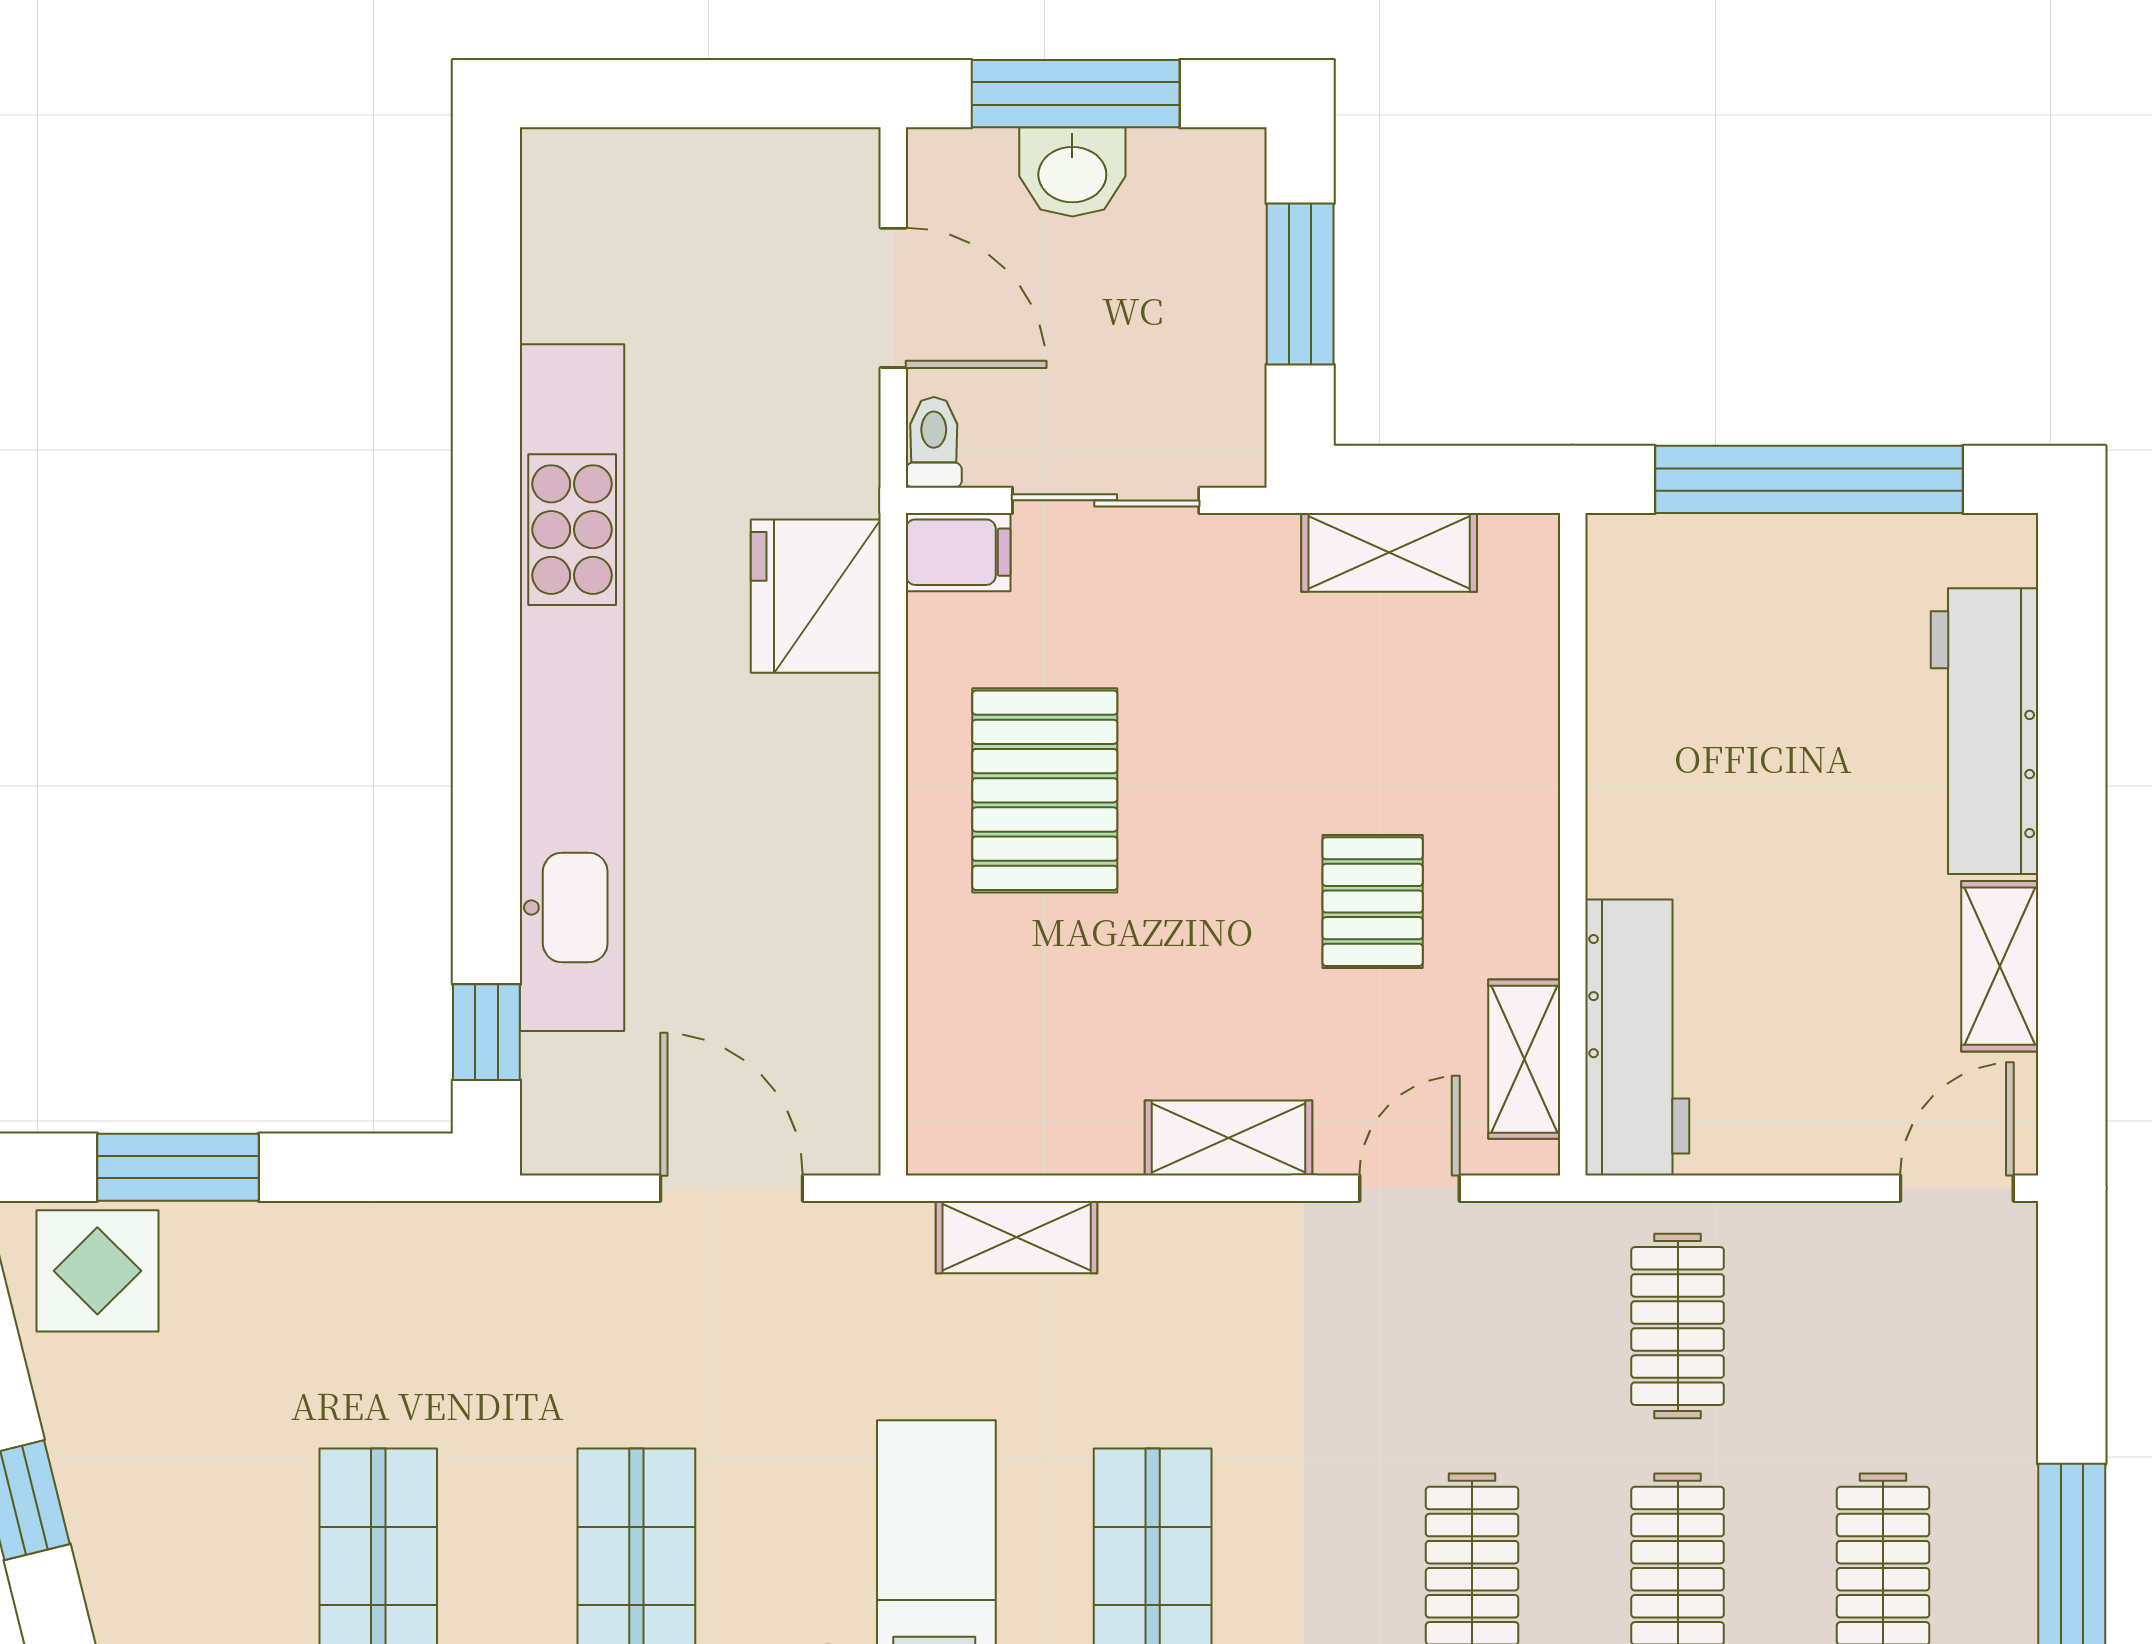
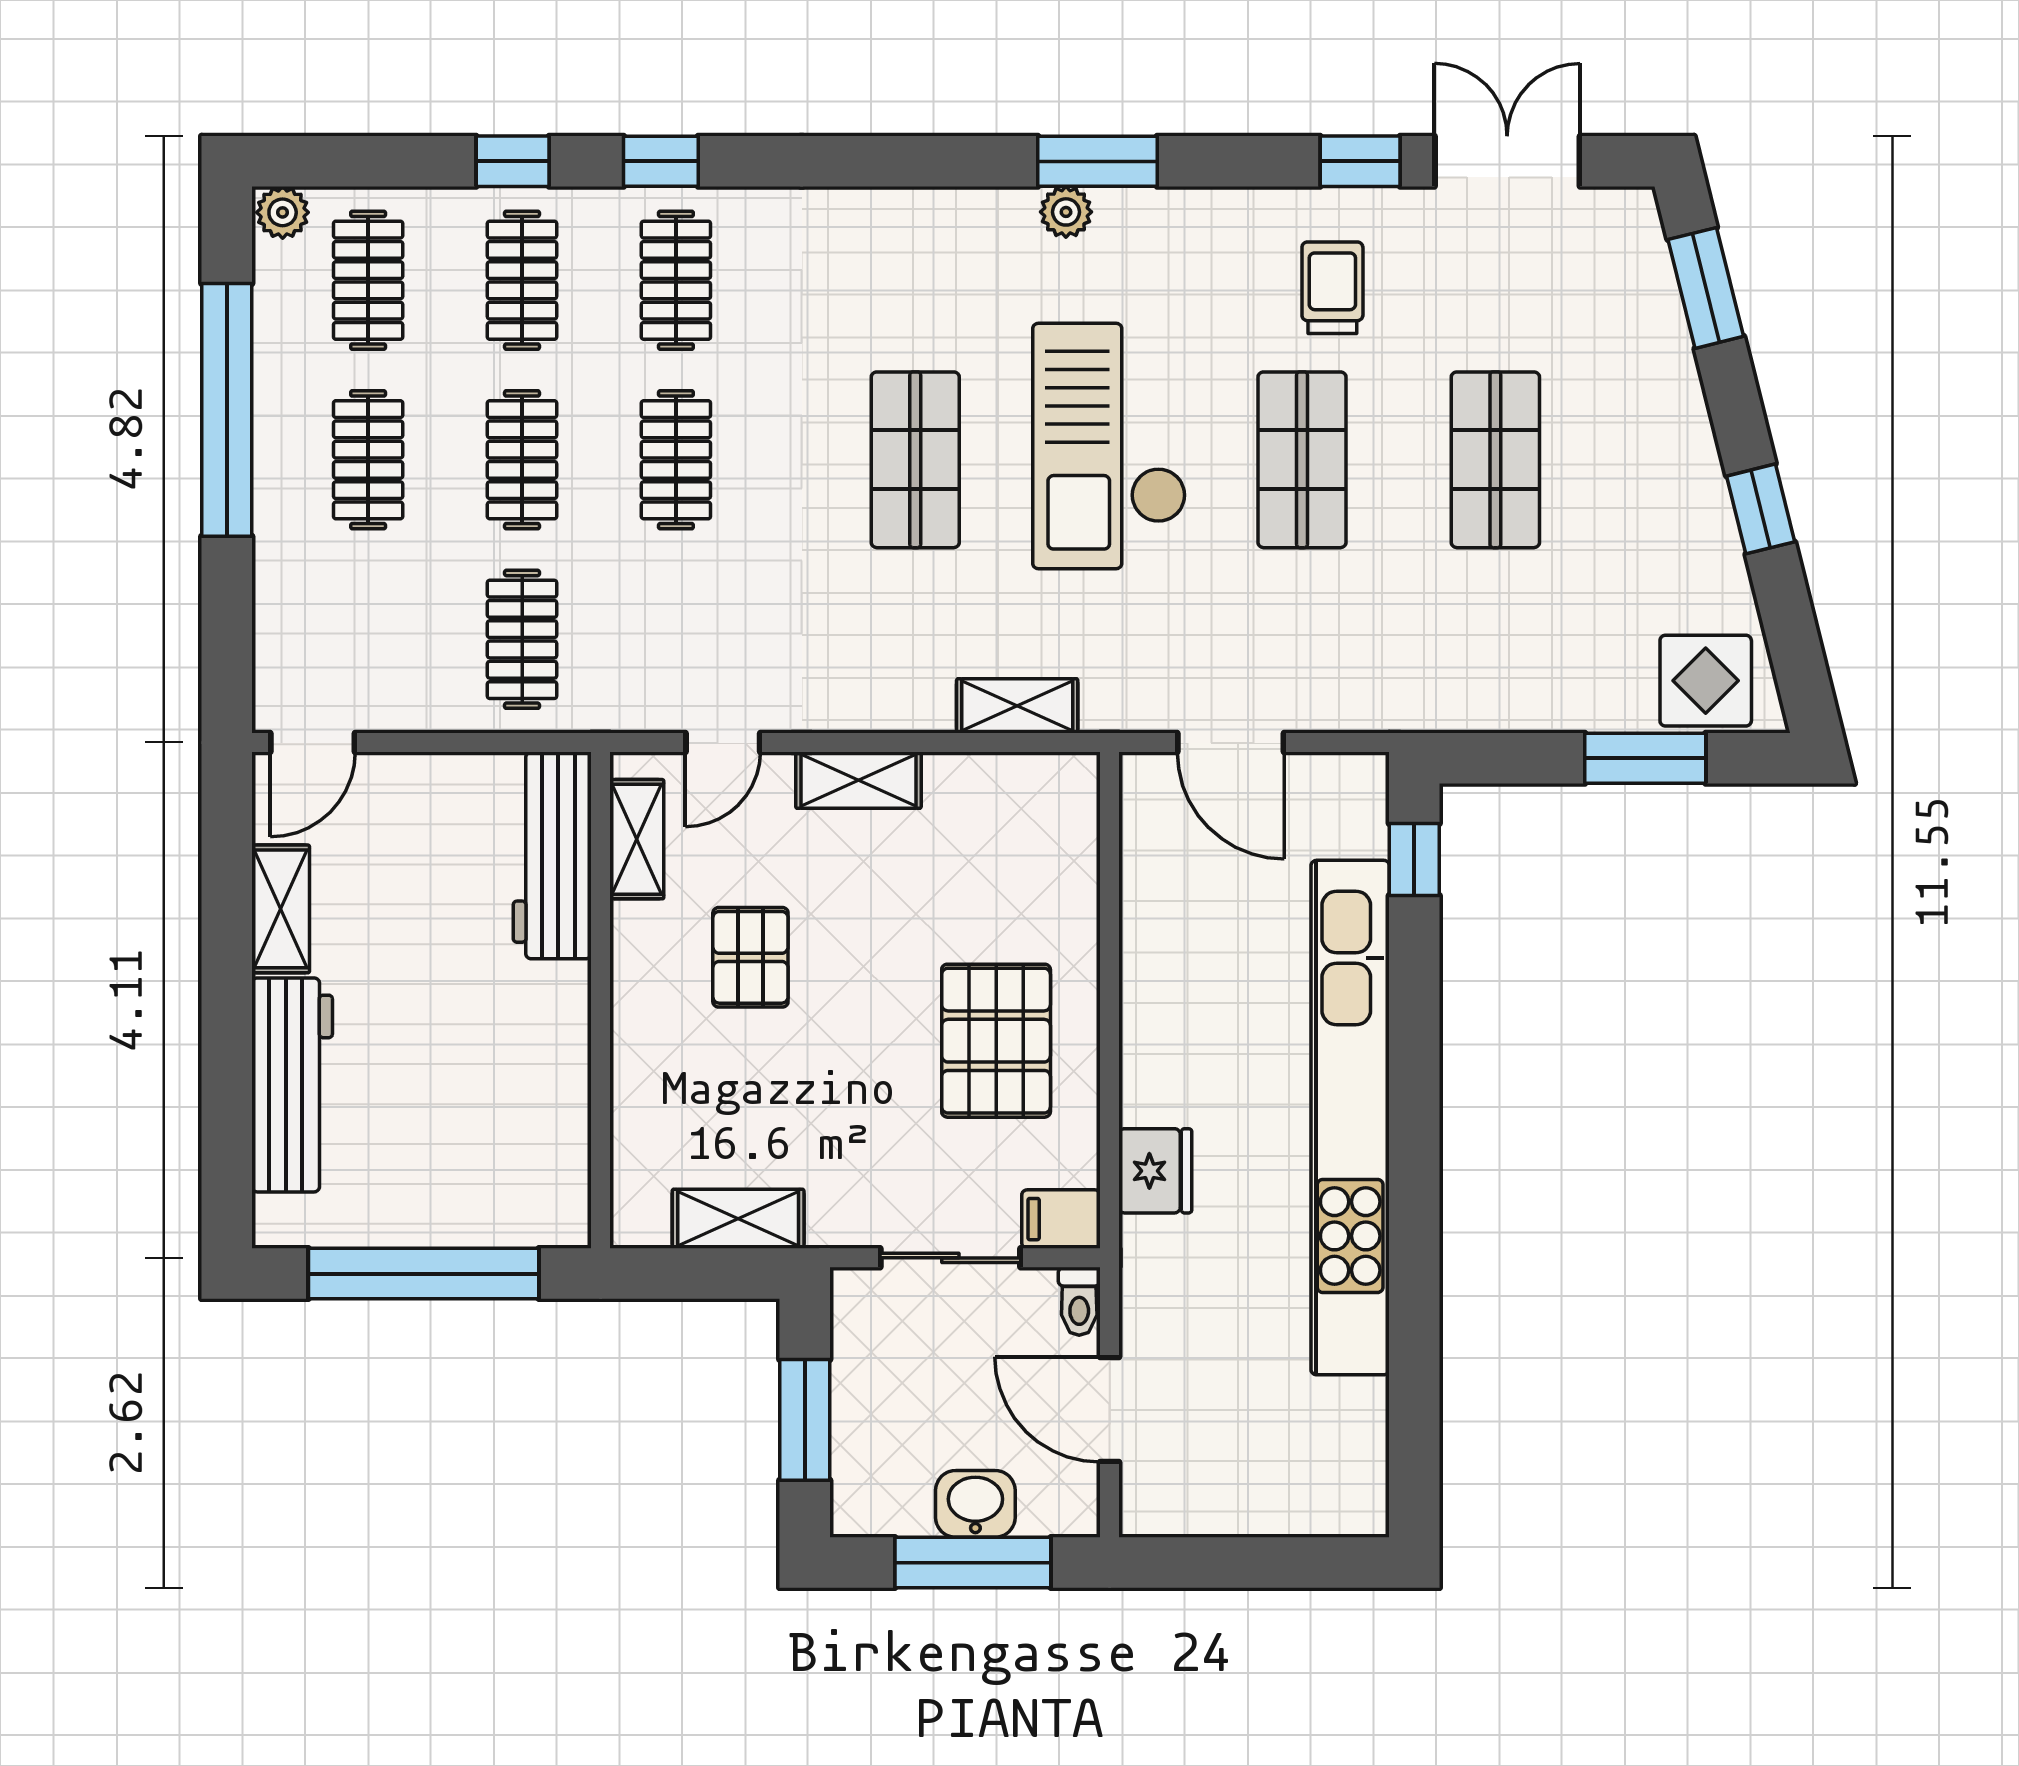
fridge: (816, 596) -> (1155, 1171), width x0.73, depth x0.75

